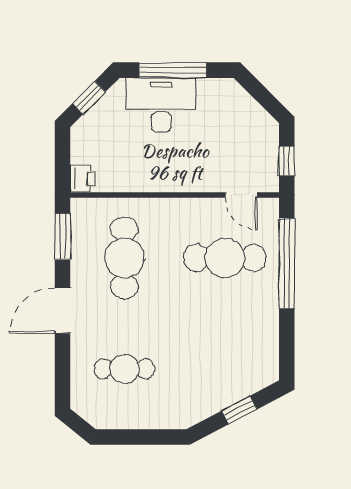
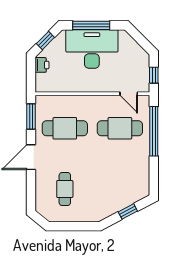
desk: (161, 105) -> (92, 49), width x1.36, depth x1.30
printer: (83, 179) -> (42, 65), moved
cafe table: (124, 258) -> (65, 128), turned 90
cafe table: (124, 369) -> (65, 189), turned 90

